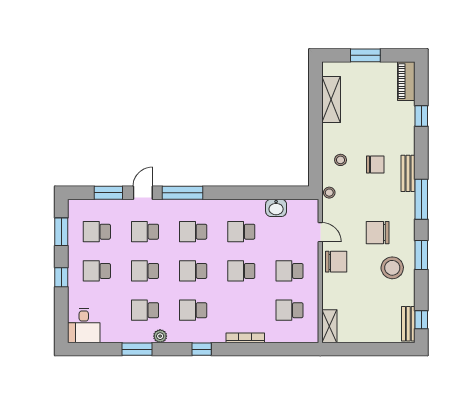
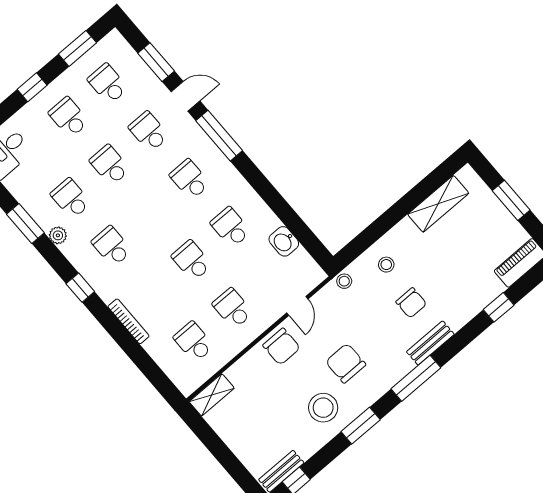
school desk: (193, 271) -> (151, 213), removed

